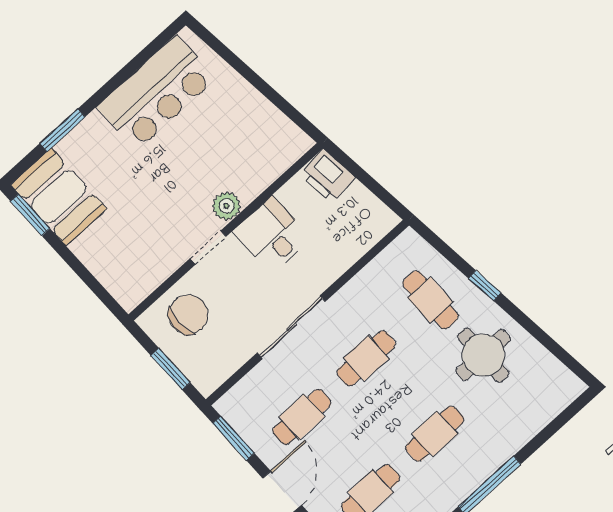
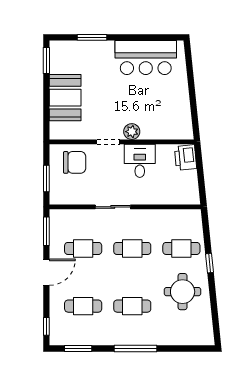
booth: (59, 197) -> (65, 98), moved
cafe table: (430, 300) -> (181, 248), turned 90
sliding door: (291, 327) -> (113, 207), width x0.73

